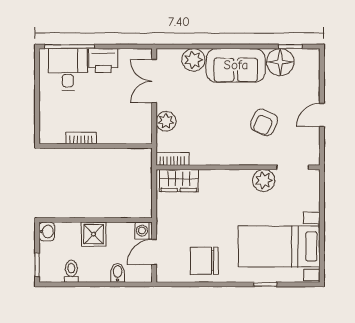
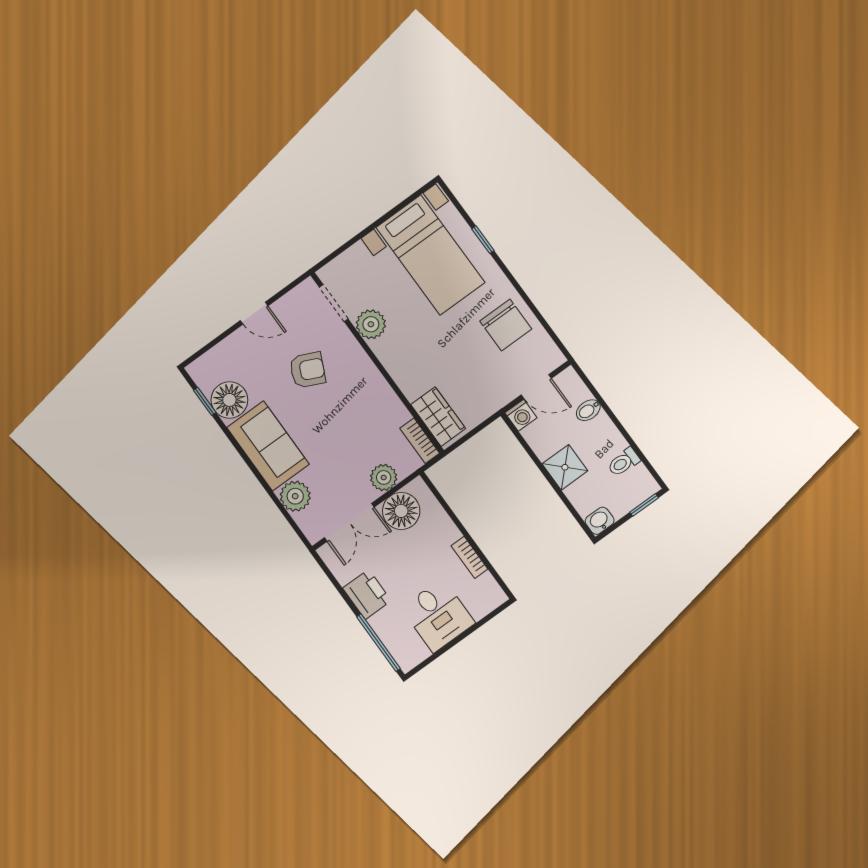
desk: (68, 69) -> (438, 615), moved, turned -90
floor lamp: (138, 117) -> (401, 511), added

